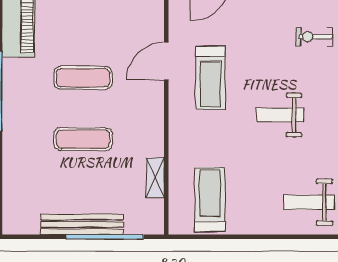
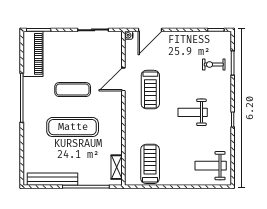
exercise mat: (83, 139) -> (73, 127), width x1.36, depth x1.45
shelving: (155, 178) -> (117, 167), moved
bench: (82, 224) -> (53, 179), moved

